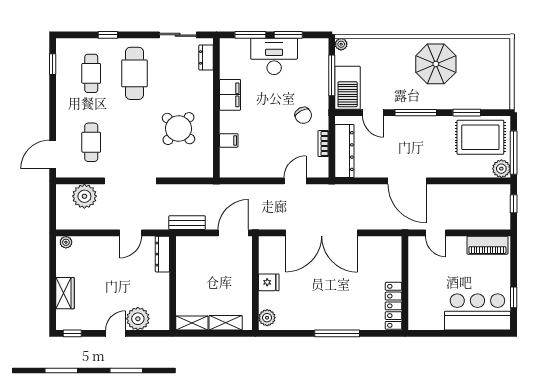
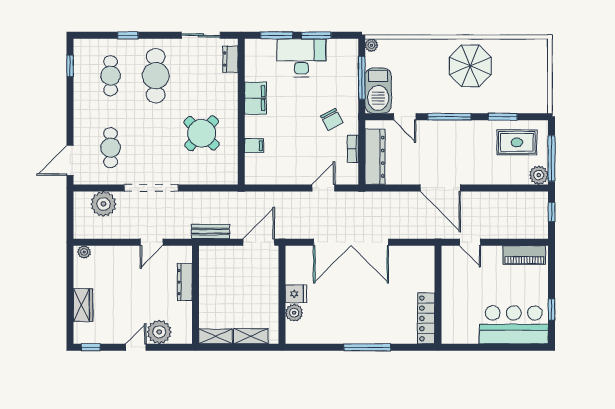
rug: (480, 137) -> (517, 142), width x0.73, depth x0.70
dresser: (162, 254) -> (185, 282), moved
plant: (267, 318) -> (294, 313), moved

